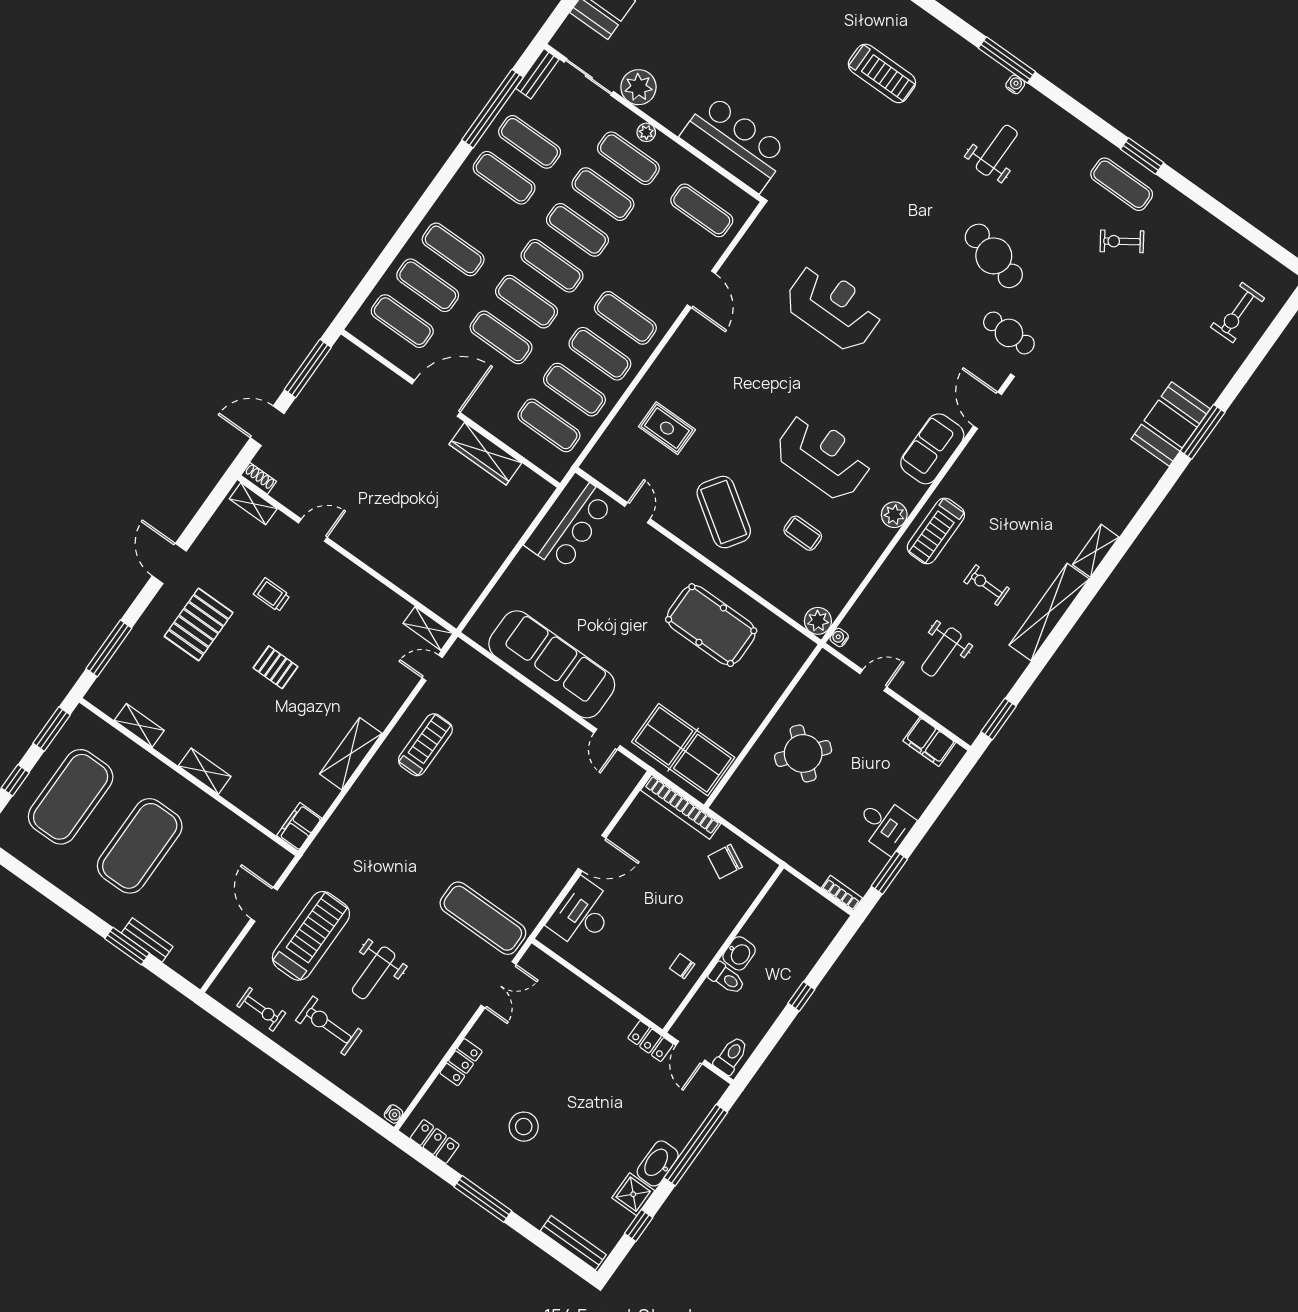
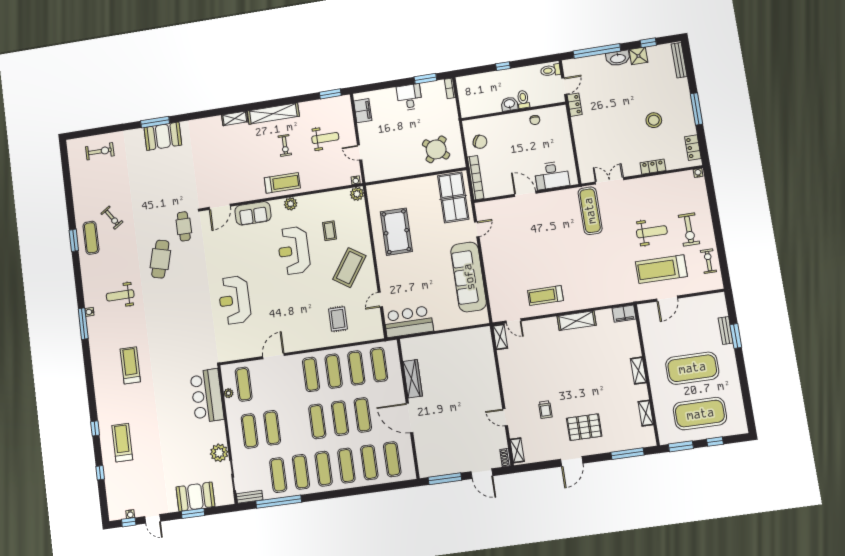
plant: (646, 132) -> (229, 393), moved
exercise mat: (577, 230) -> (324, 469), moved
pallet: (276, 667) -> (572, 381), removed
round table: (803, 753) -> (436, 149), moved

